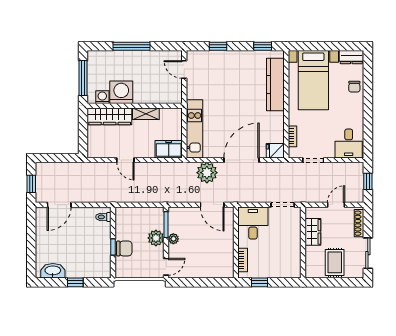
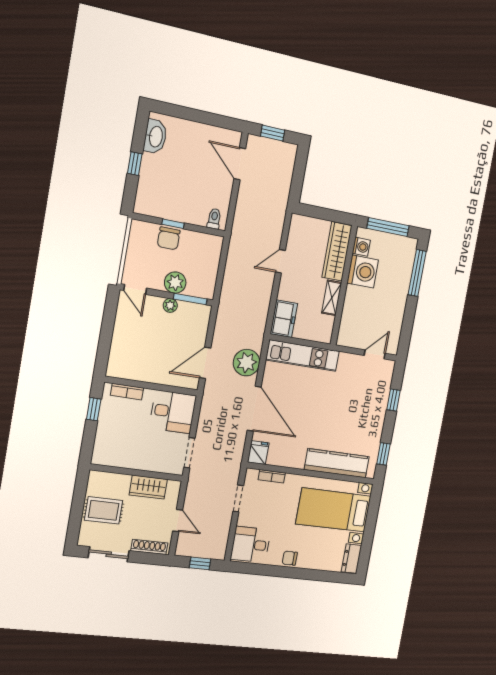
window: (131, 46) -> (417, 273), moved
chair: (354, 87) -> (290, 558), moved

